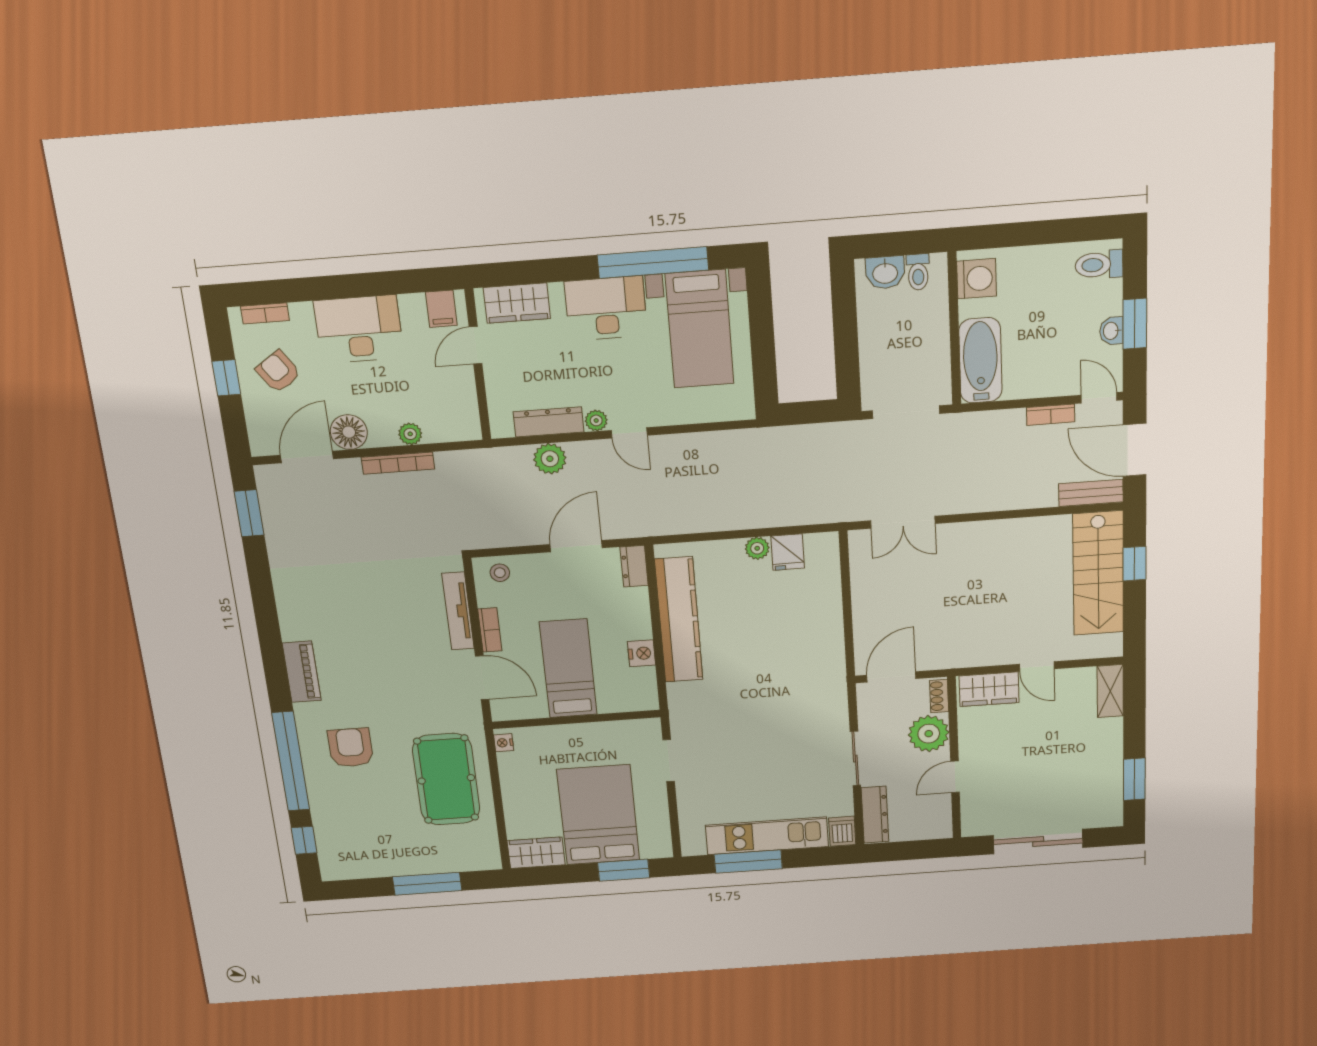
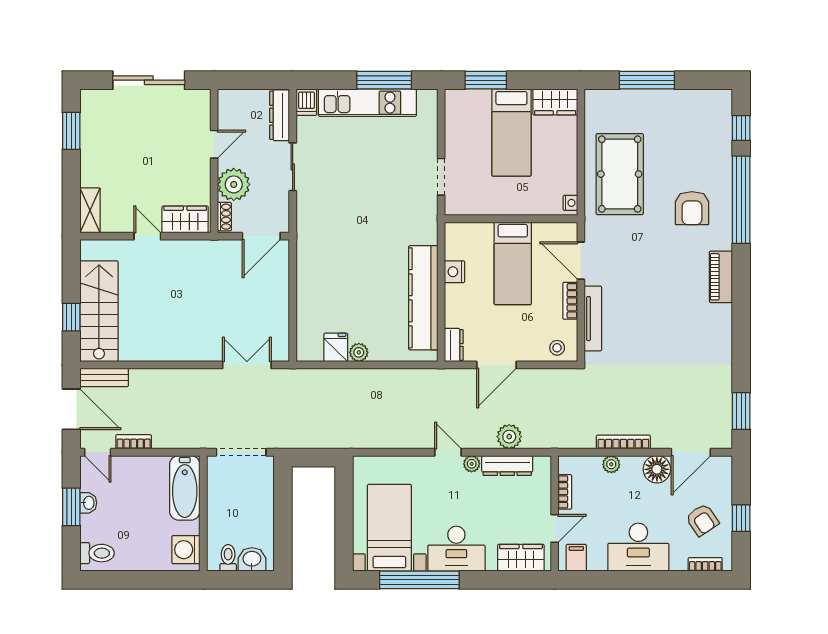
bookcase: (468, 394) -> (565, 492), added
bed: (598, 815) -> (511, 133), width x0.67

